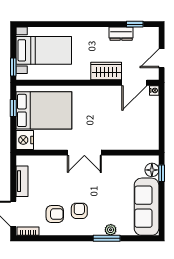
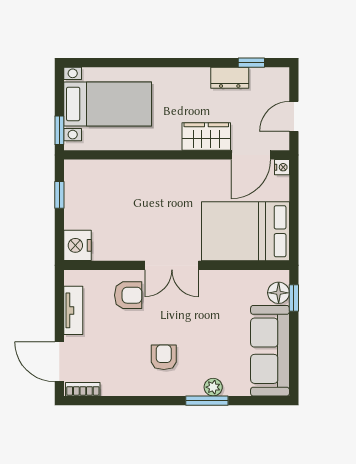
bed: (44, 110) -> (245, 231), moved, turned 180
armchair: (55, 214) -> (128, 295), moved

